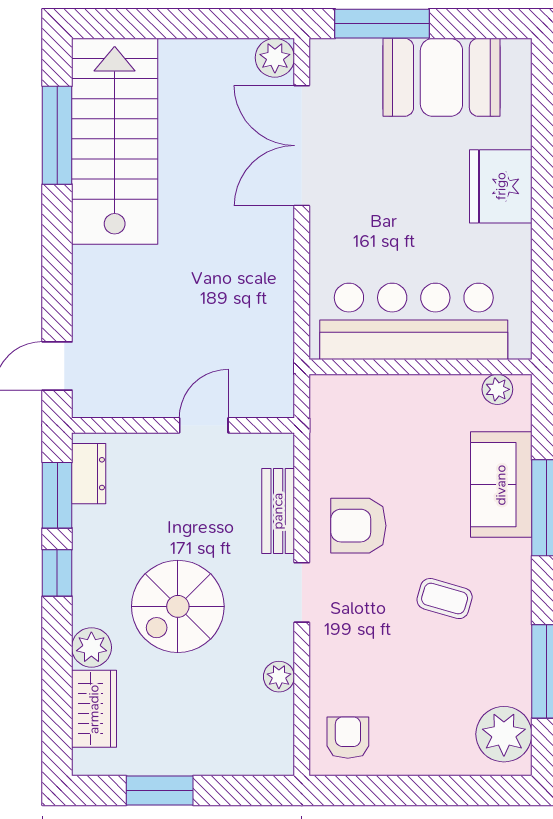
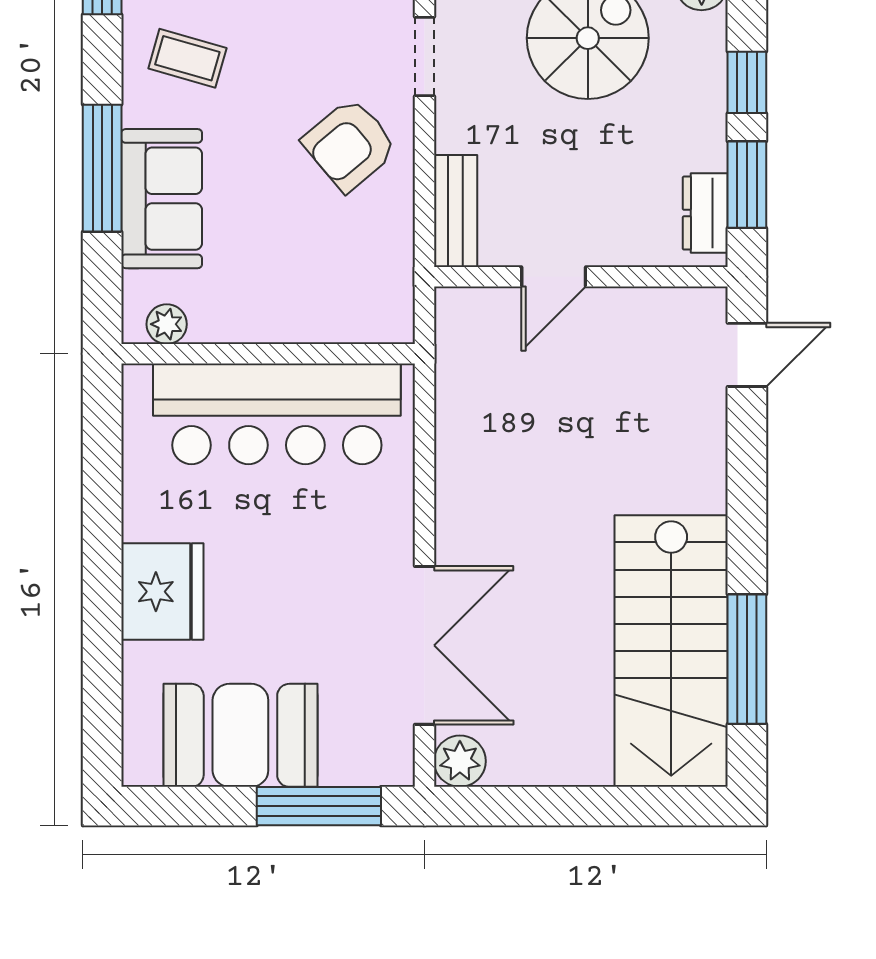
bench: (278, 511) -> (456, 211), moved
armchair: (358, 526) -> (350, 145), turned 140
coffee table: (445, 599) -> (187, 58), moved

